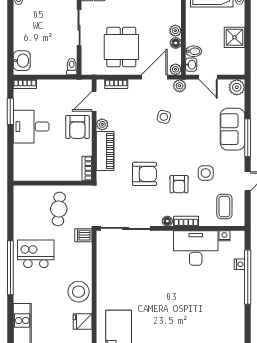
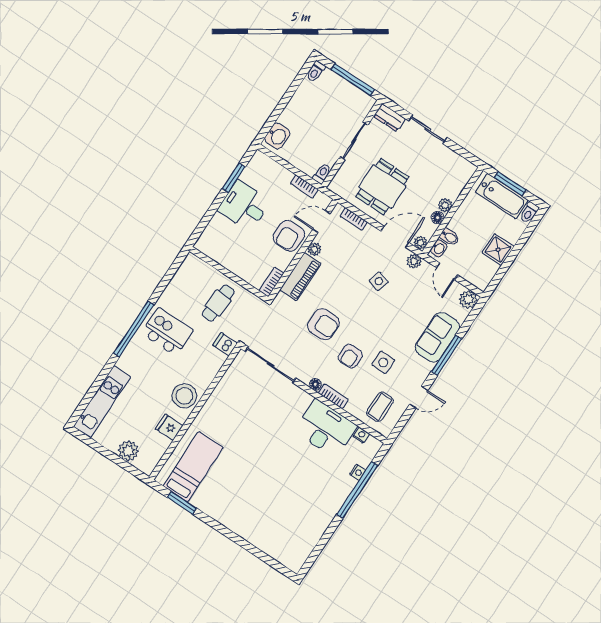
bookcase: (25, 84) -> (304, 186), moved

